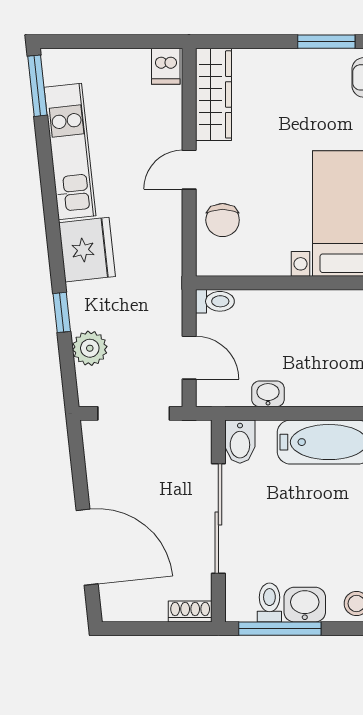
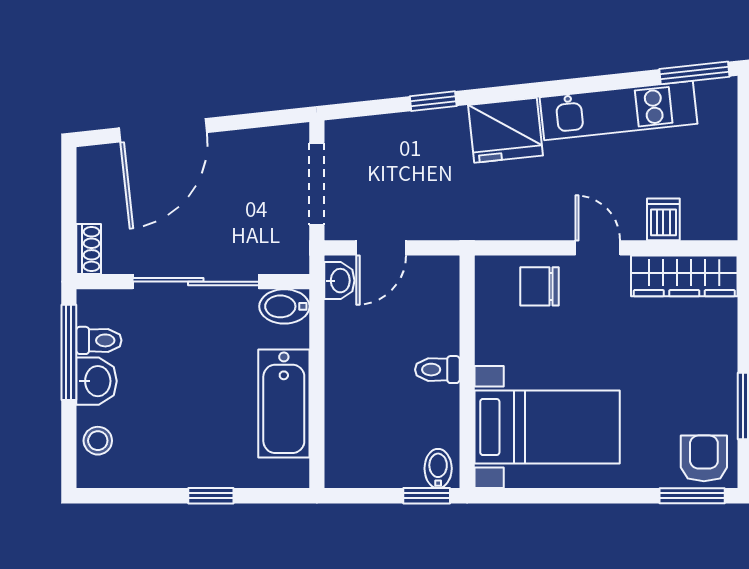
dishwasher: (166, 66) -> (663, 219), moved, turned 90
toilet: (215, 301) -> (437, 370), moved, turned 90
plant: (90, 348) -> (392, 133), removed
washbasin: (268, 394) -> (339, 281), moved

